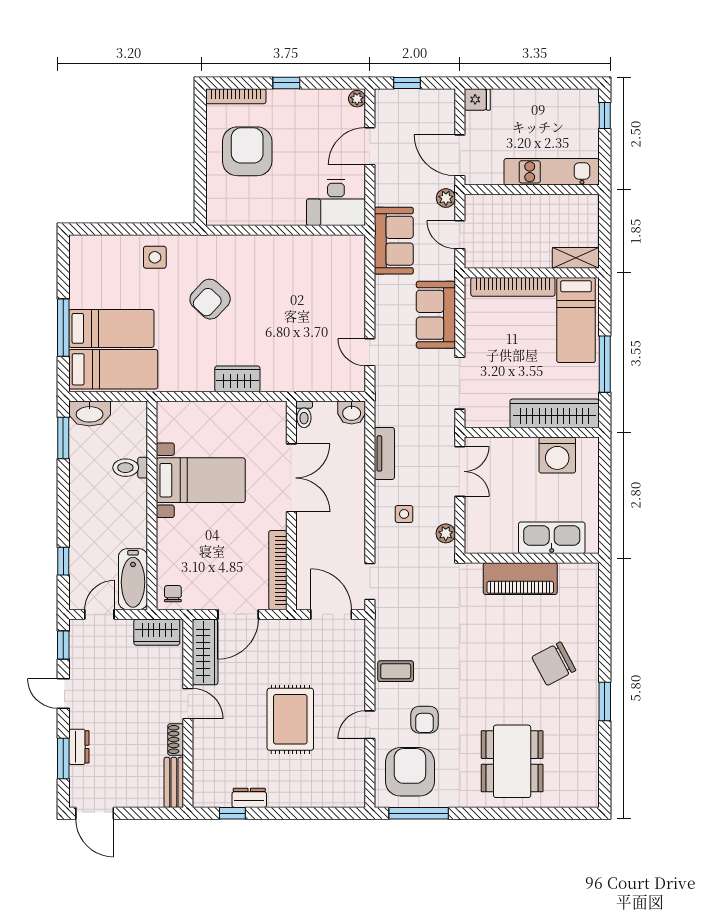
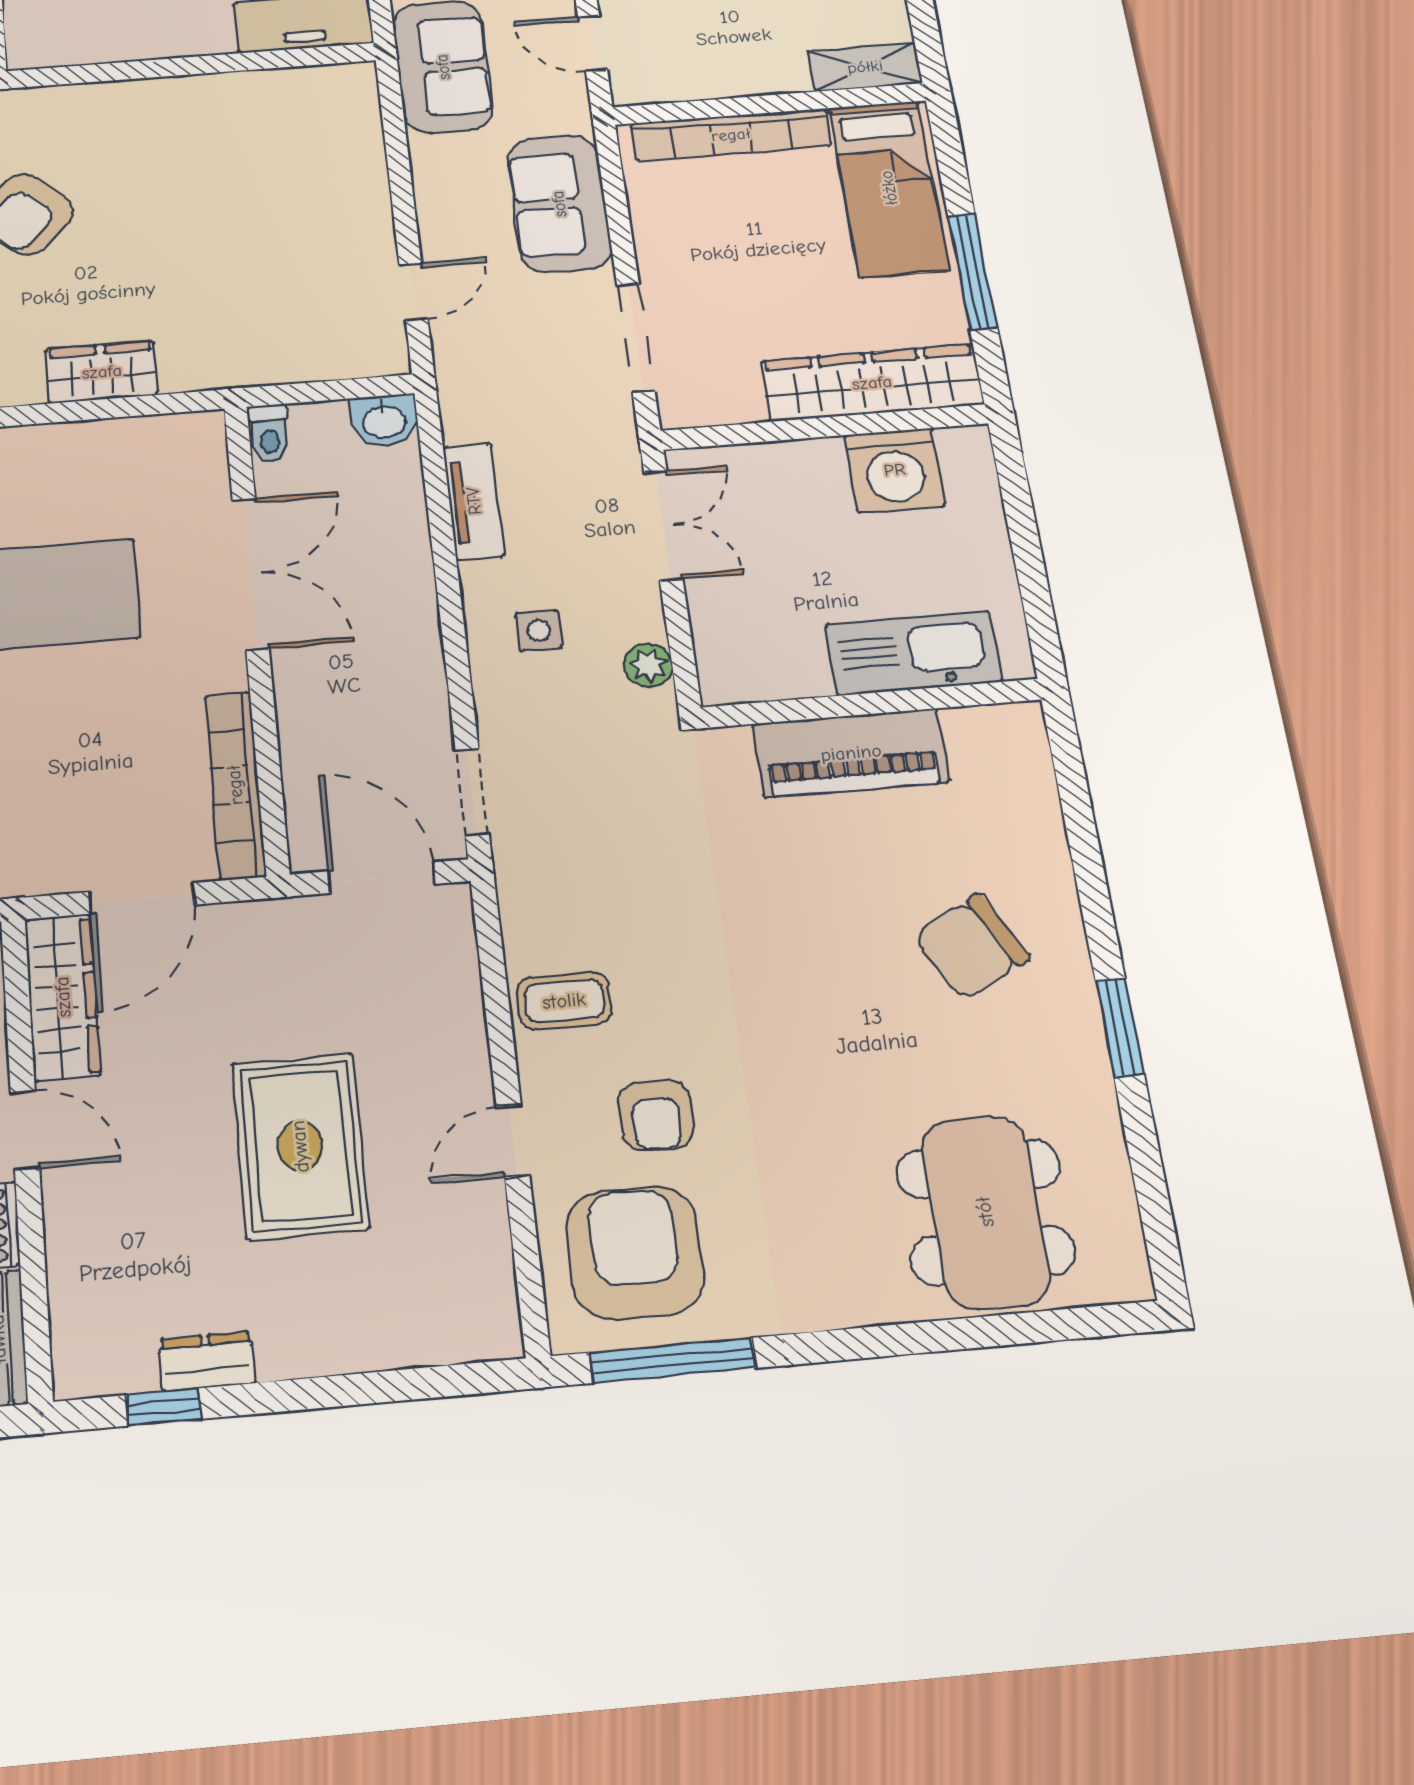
door: (370, 352) -> (413, 292), swing flipped
dining table: (512, 761) -> (985, 1212), moved

